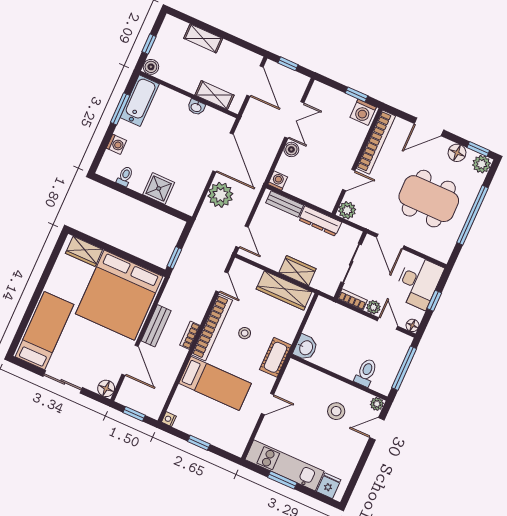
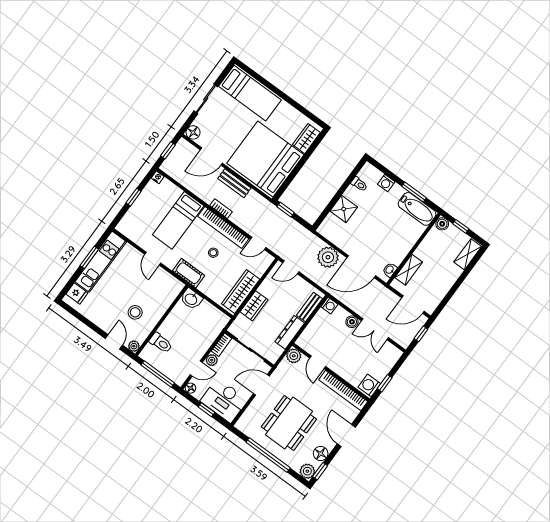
shelving: (203, 38) -> (468, 254), moved
washbasin: (196, 107) -> (390, 270), moved

